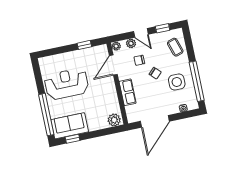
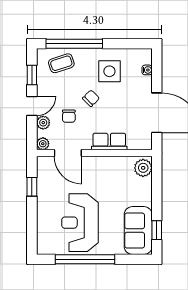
window: (197, 81) -> (74, 44), moved
window: (46, 115) -> (85, 259), moved

